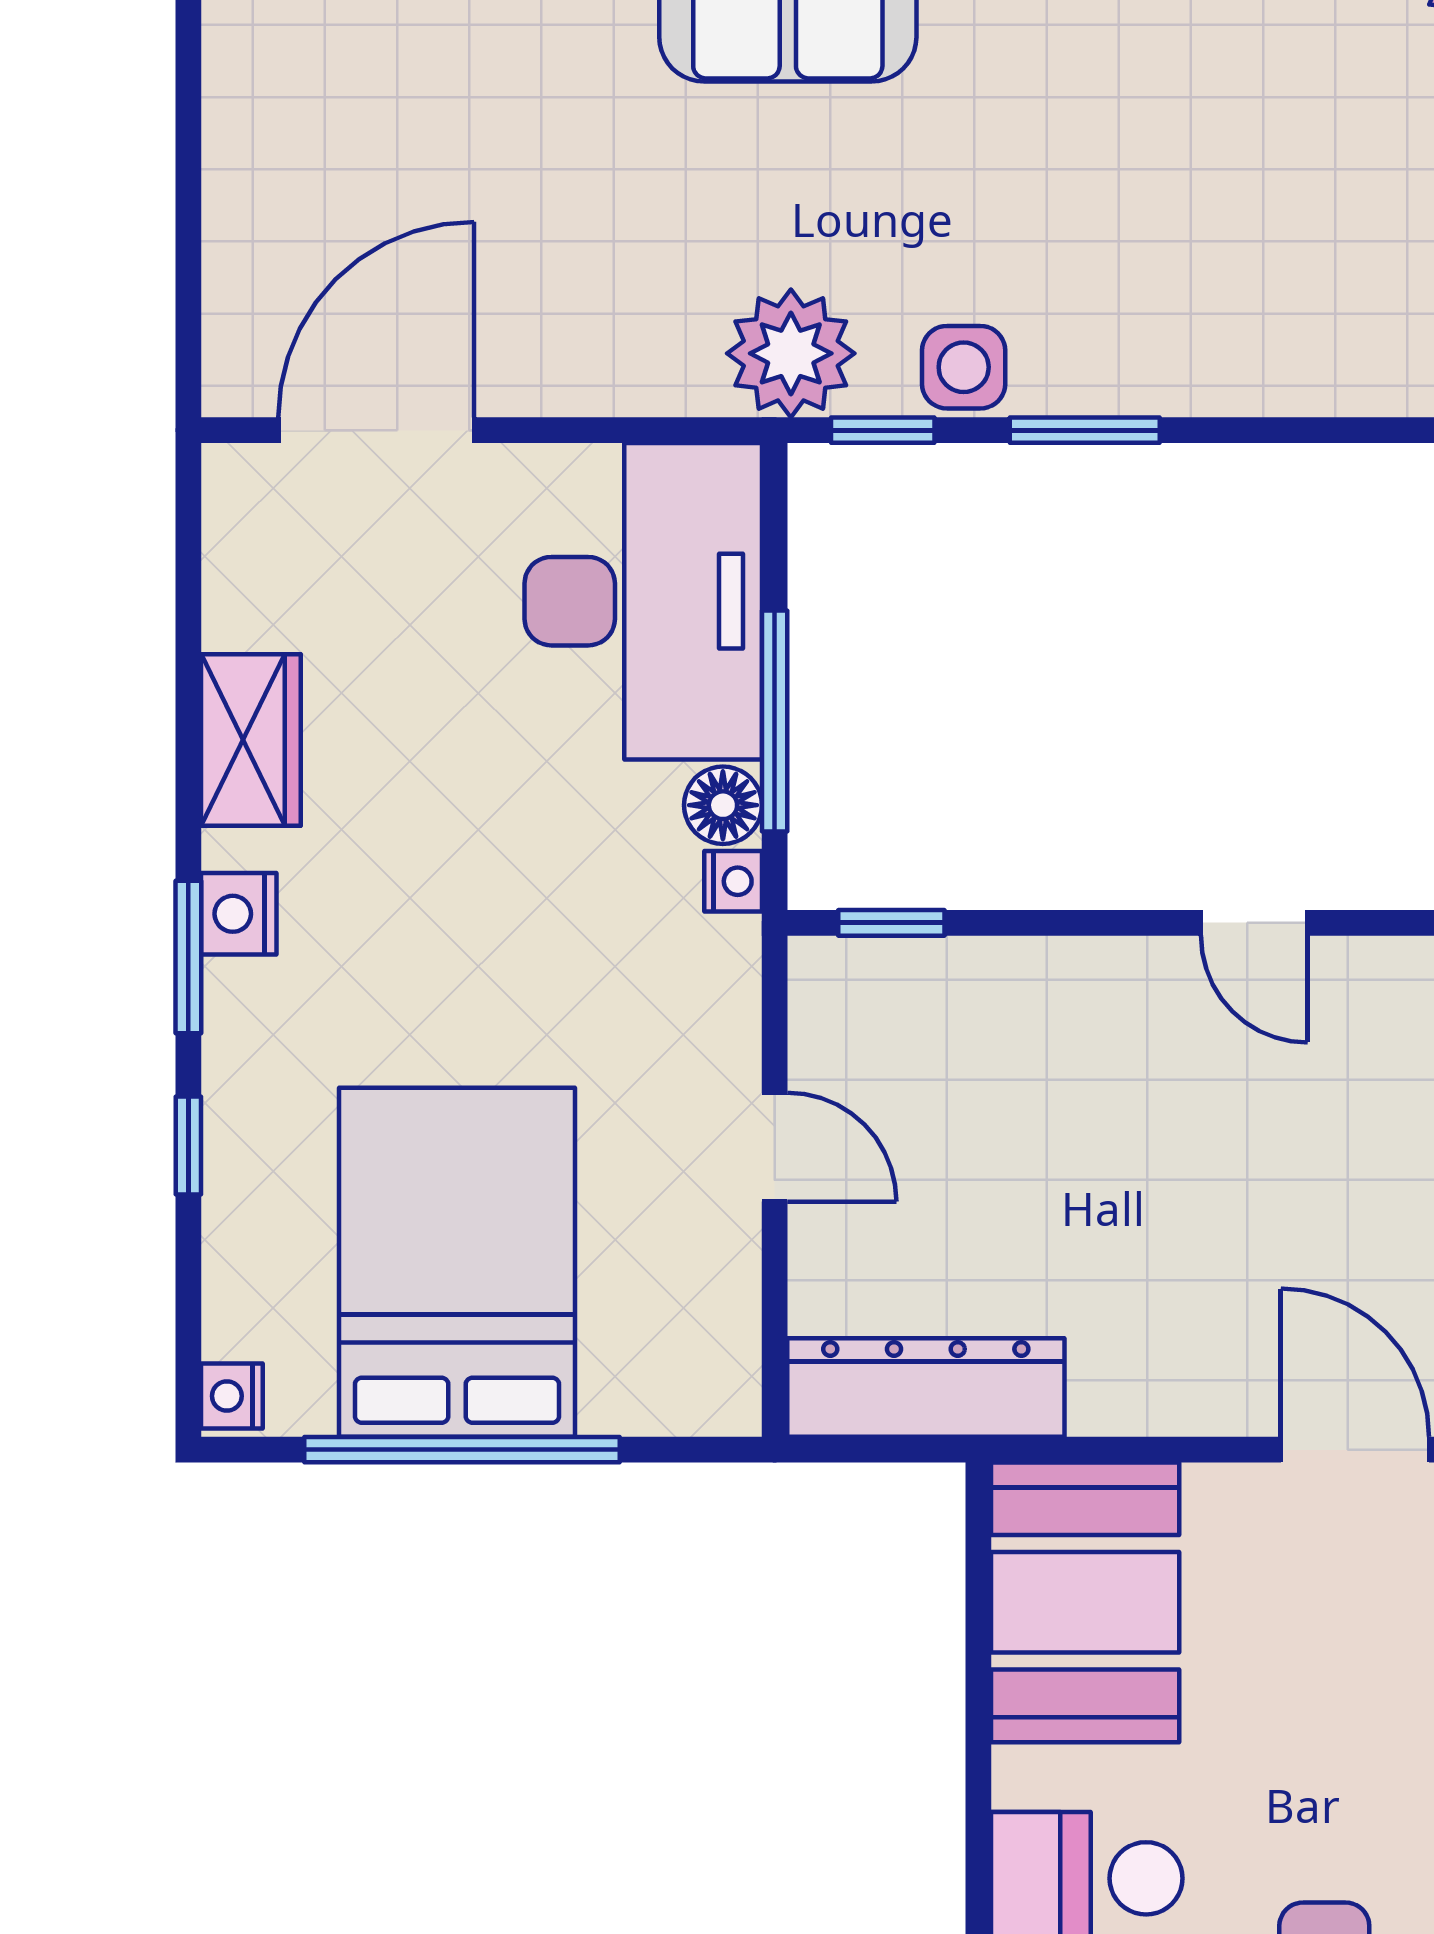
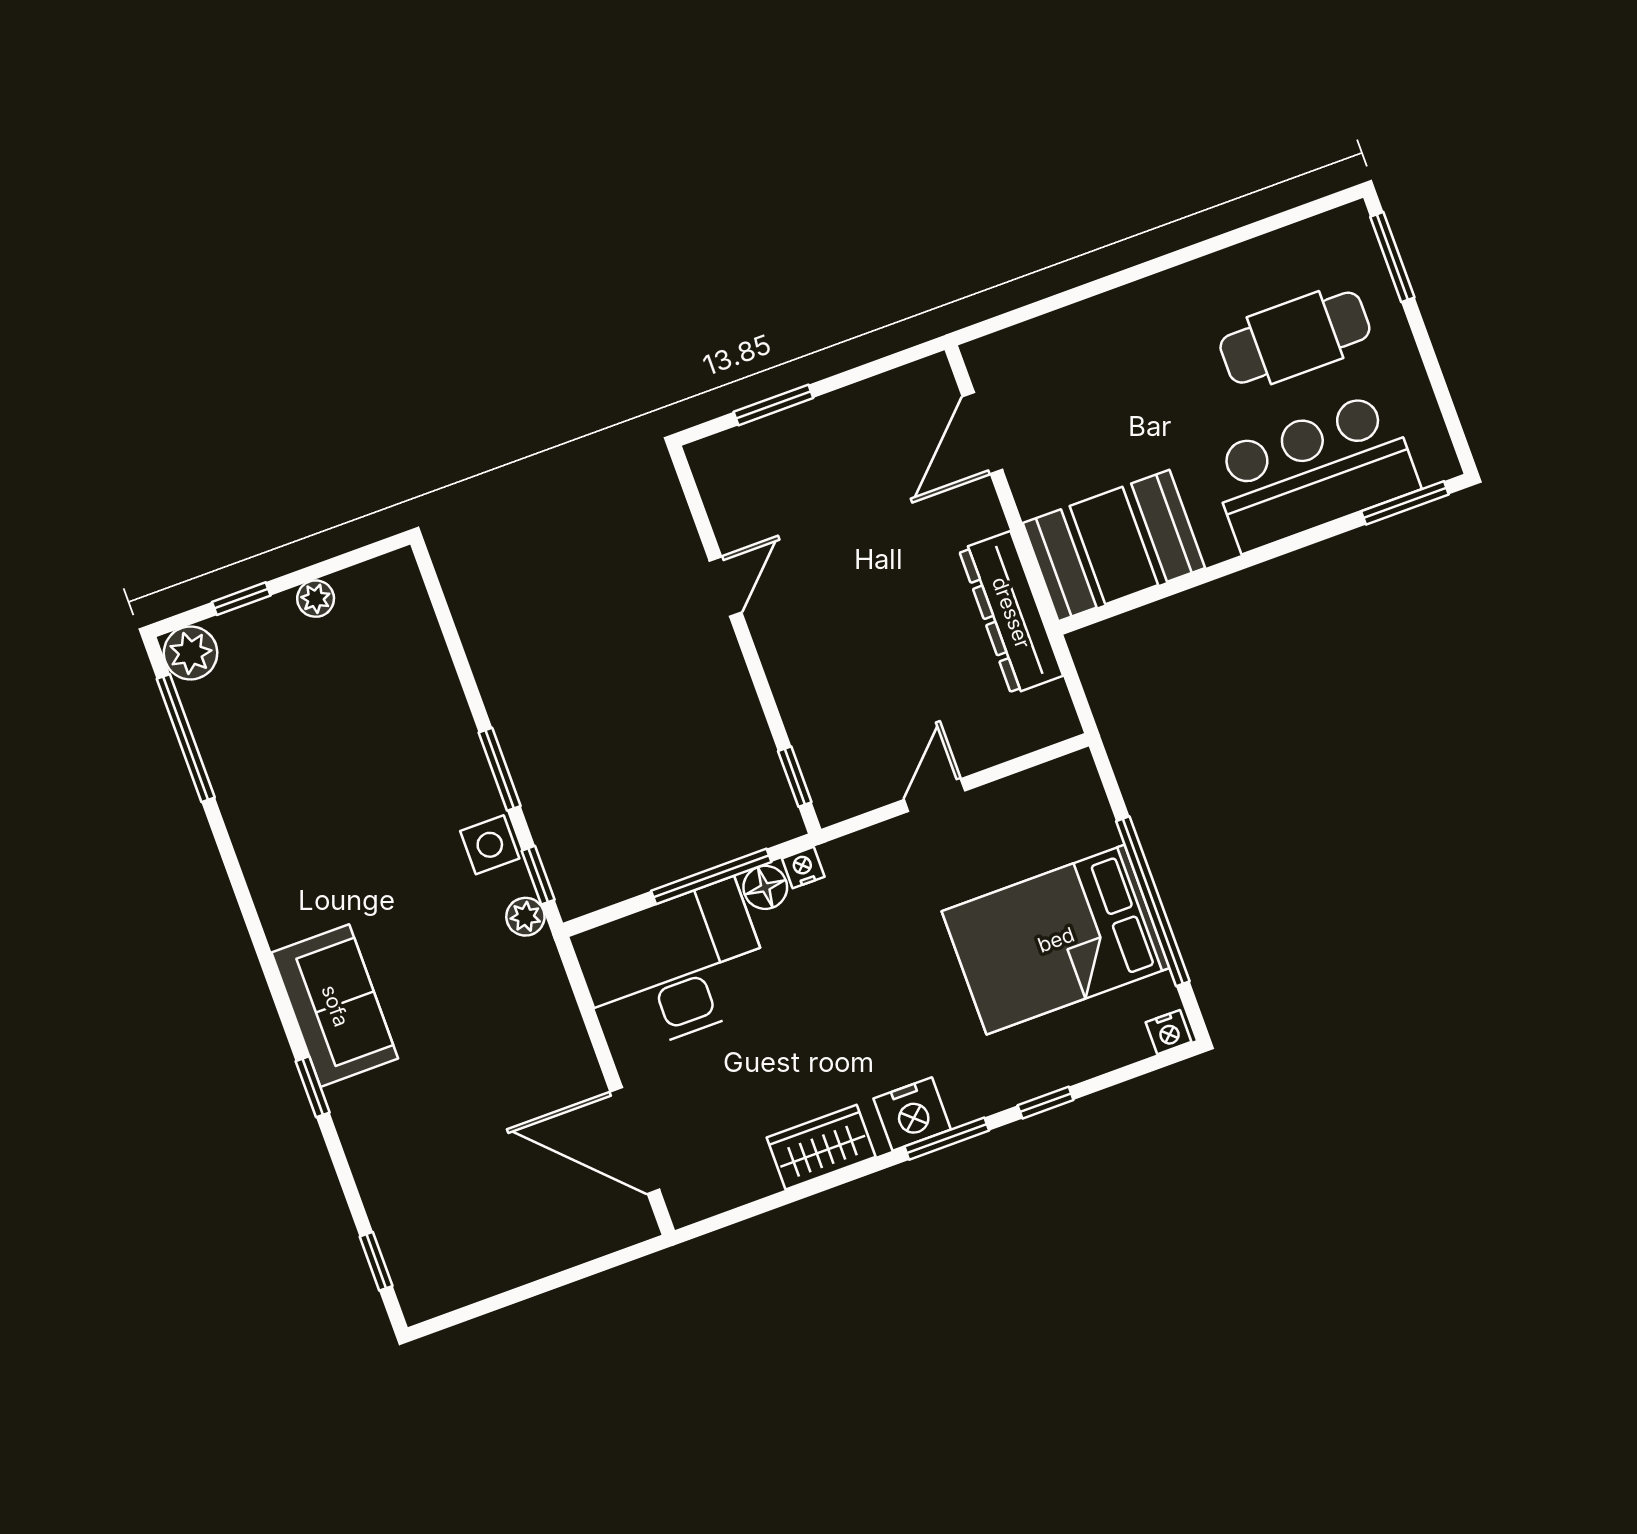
plant: (791, 353) -> (525, 917), width x0.53, depth x0.53
nightstand: (239, 914) -> (912, 1114), width x1.36, depth x1.33
dresser: (926, 1387) -> (1011, 613), moved

